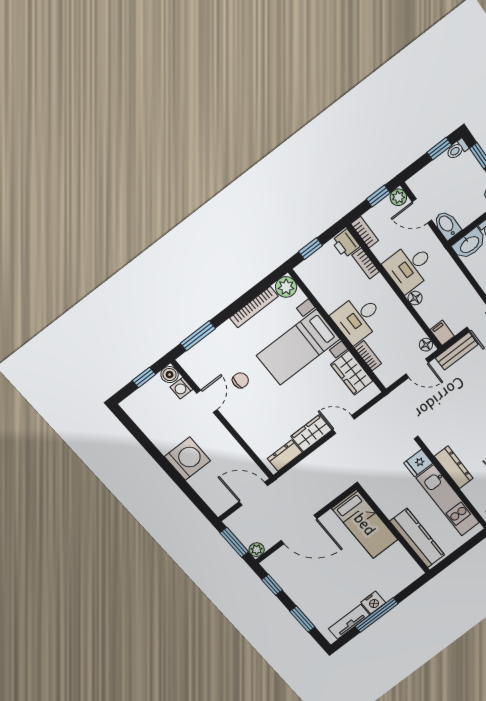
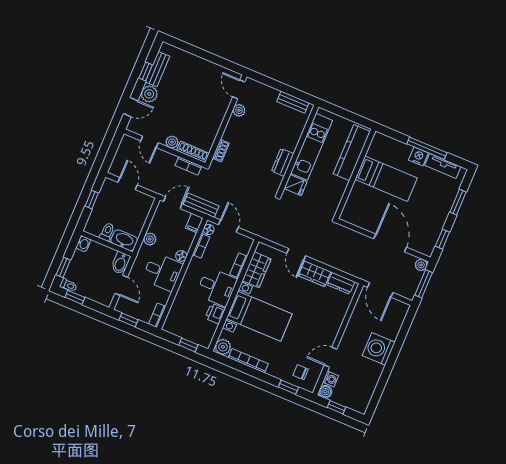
plant: (398, 197) -> (150, 239), moved
printer: (346, 244) -> (215, 314), moved, turned 180
bookcase: (366, 263) -> (201, 246), moved
window: (198, 336) -> (288, 387), width x0.67
chair: (240, 380) -> (301, 372), moved
dresser: (454, 467) -> (283, 162), width x0.70
bed: (365, 524) -> (386, 179), moved, turned 90

